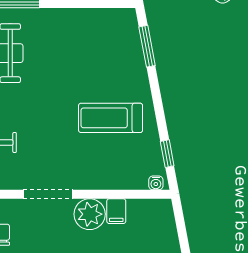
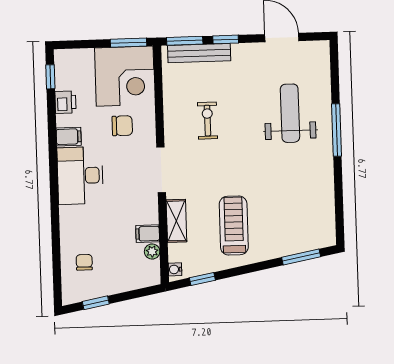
shelving: (103, 180) -> (176, 221), added
plant: (90, 214) -> (152, 251), moved, width x0.53, depth x0.53

